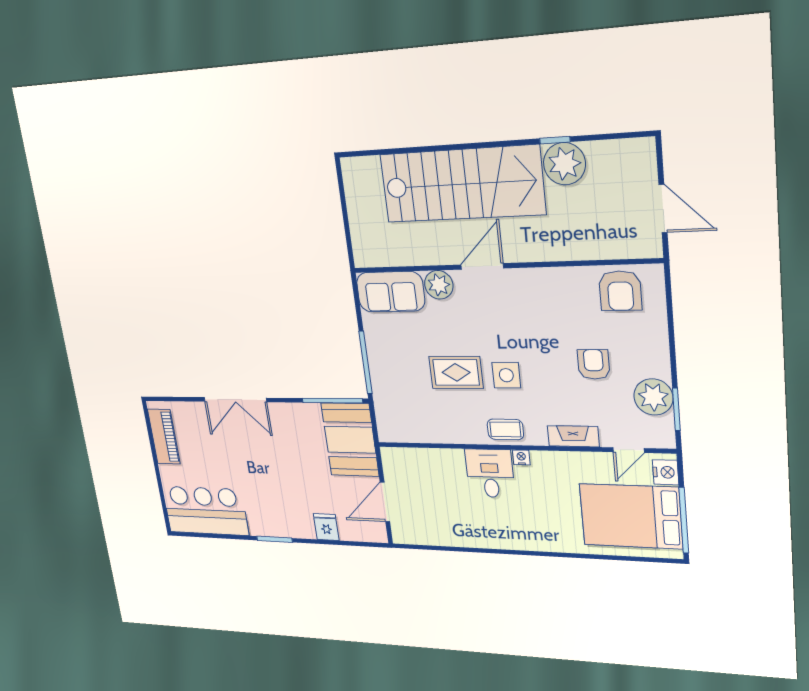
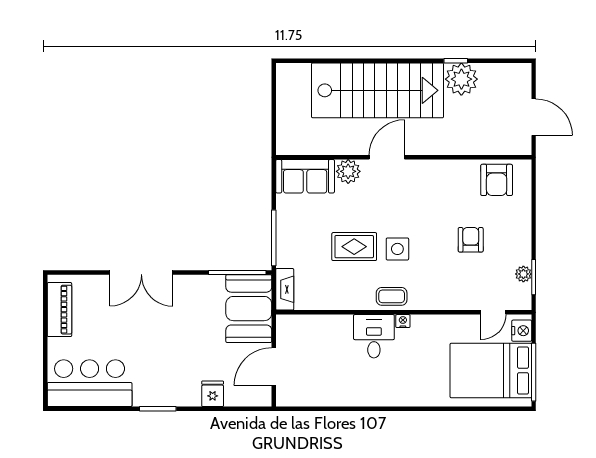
plant: (653, 397) -> (523, 274), width x0.53, depth x0.53
fireplace: (573, 436) -> (285, 289), moved, turned 90

